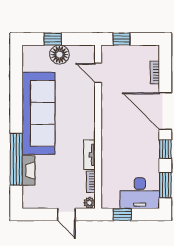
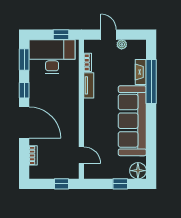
floor lamp: (59, 55) -> (138, 171), moved
desk: (140, 193) -> (52, 57), width x1.36, depth x1.30
plant: (89, 203) -> (122, 44), moved

